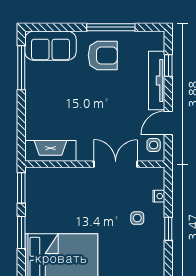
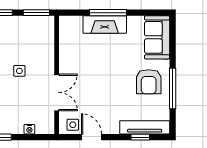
window: (21, 68) -> (108, 13), moved
tv unit: (157, 81) -> (145, 127), moved
fireplace: (50, 151) -> (105, 25), moved, turned 90
side table: (137, 218) -> (19, 71), moved

